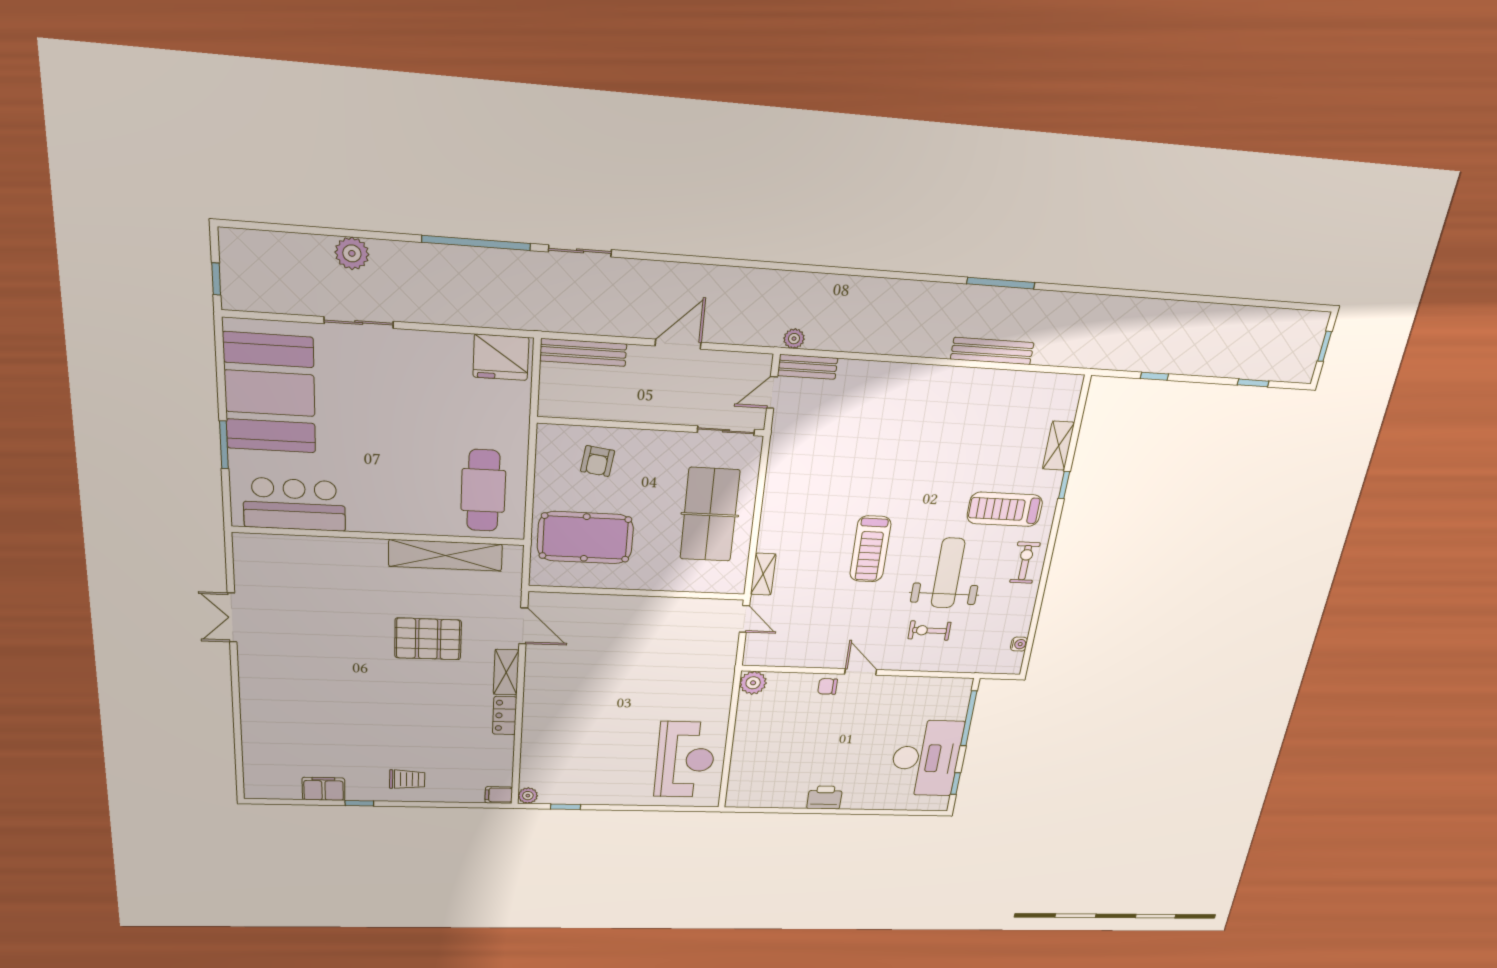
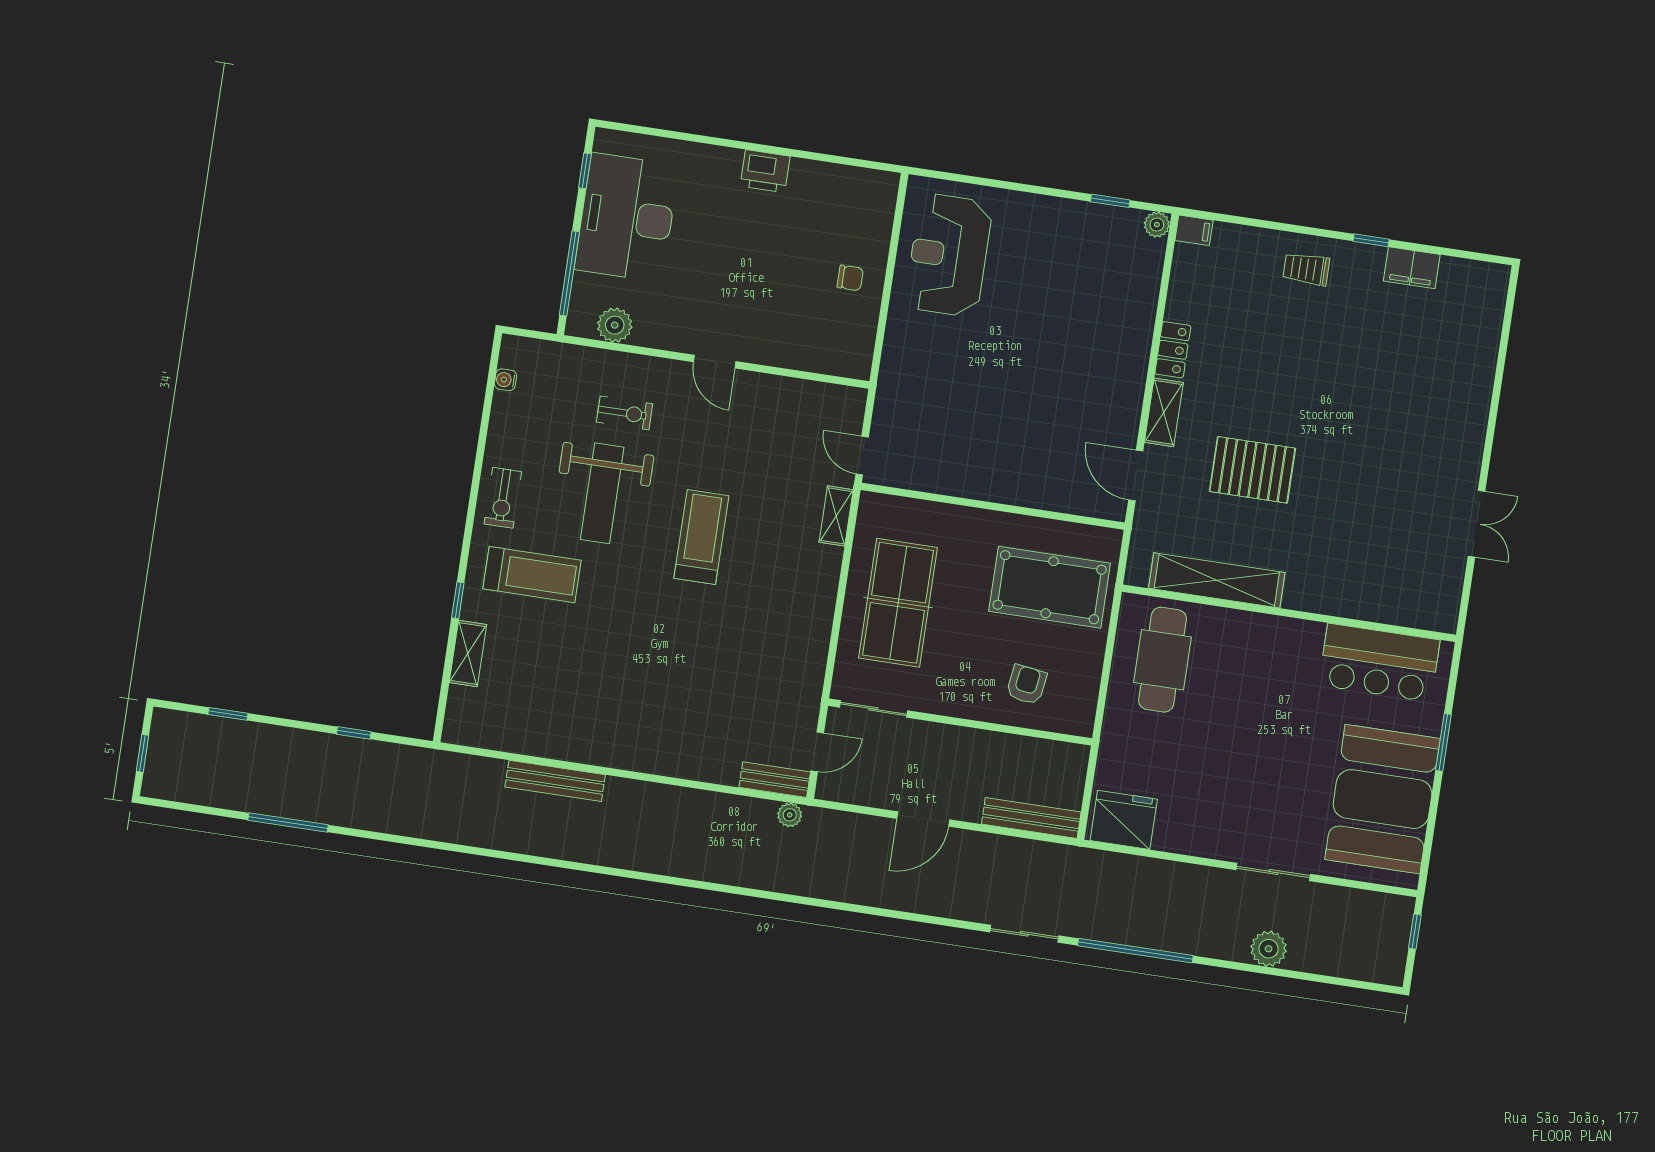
window: (1001, 283) -> (288, 822), moved
plant: (753, 683) -> (615, 325), moved
chair: (828, 686) -> (850, 278), moved

